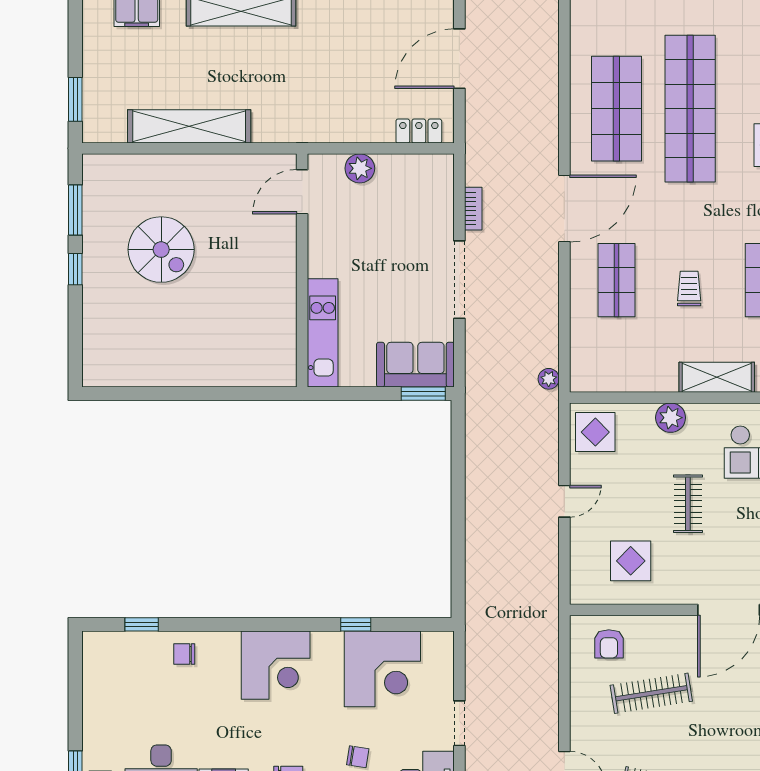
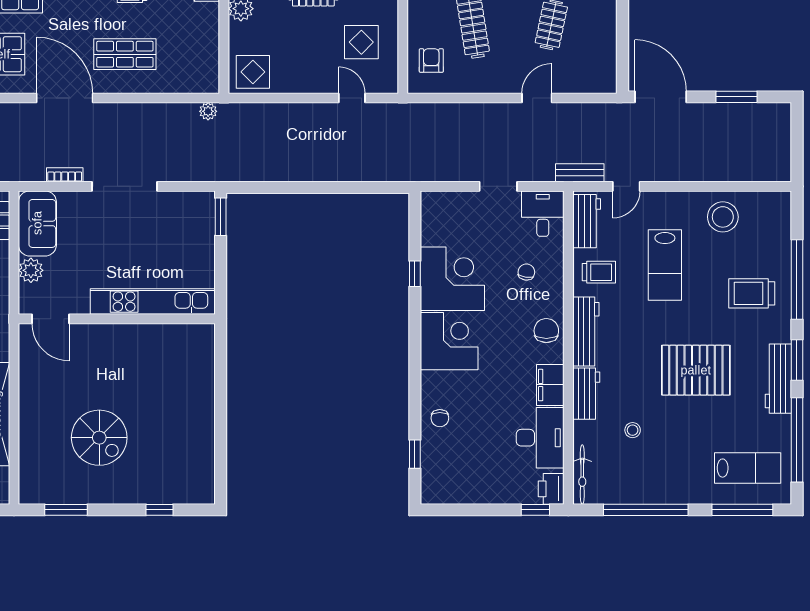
spiral stairs: (161, 250) -> (99, 438), turned 90
window: (75, 269) -> (159, 510), moved
kitchen unit: (323, 333) -> (153, 302), width x1.36
sofa: (415, 365) -> (37, 223), moved, turned 180
door: (564, 501) -> (352, 98), moved
armchair: (609, 644) -> (431, 60), turned -90
corner desk: (382, 669) -> (452, 279), moved

